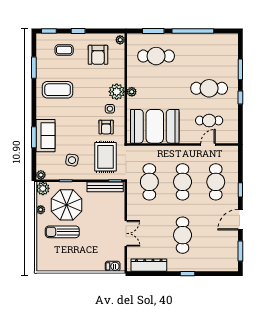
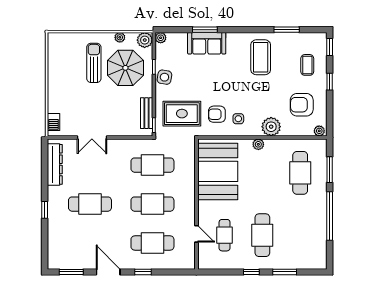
plant: (117, 92) -> (271, 127), moved
side table: (72, 160) -> (164, 77), moved
bench: (105, 187) -> (147, 113), width x0.73

